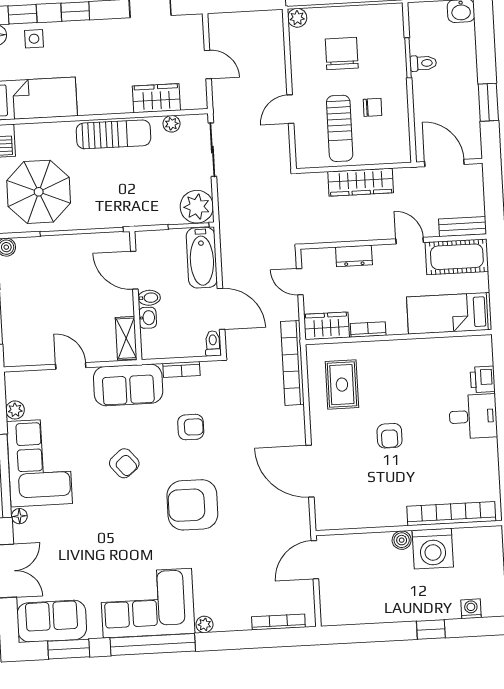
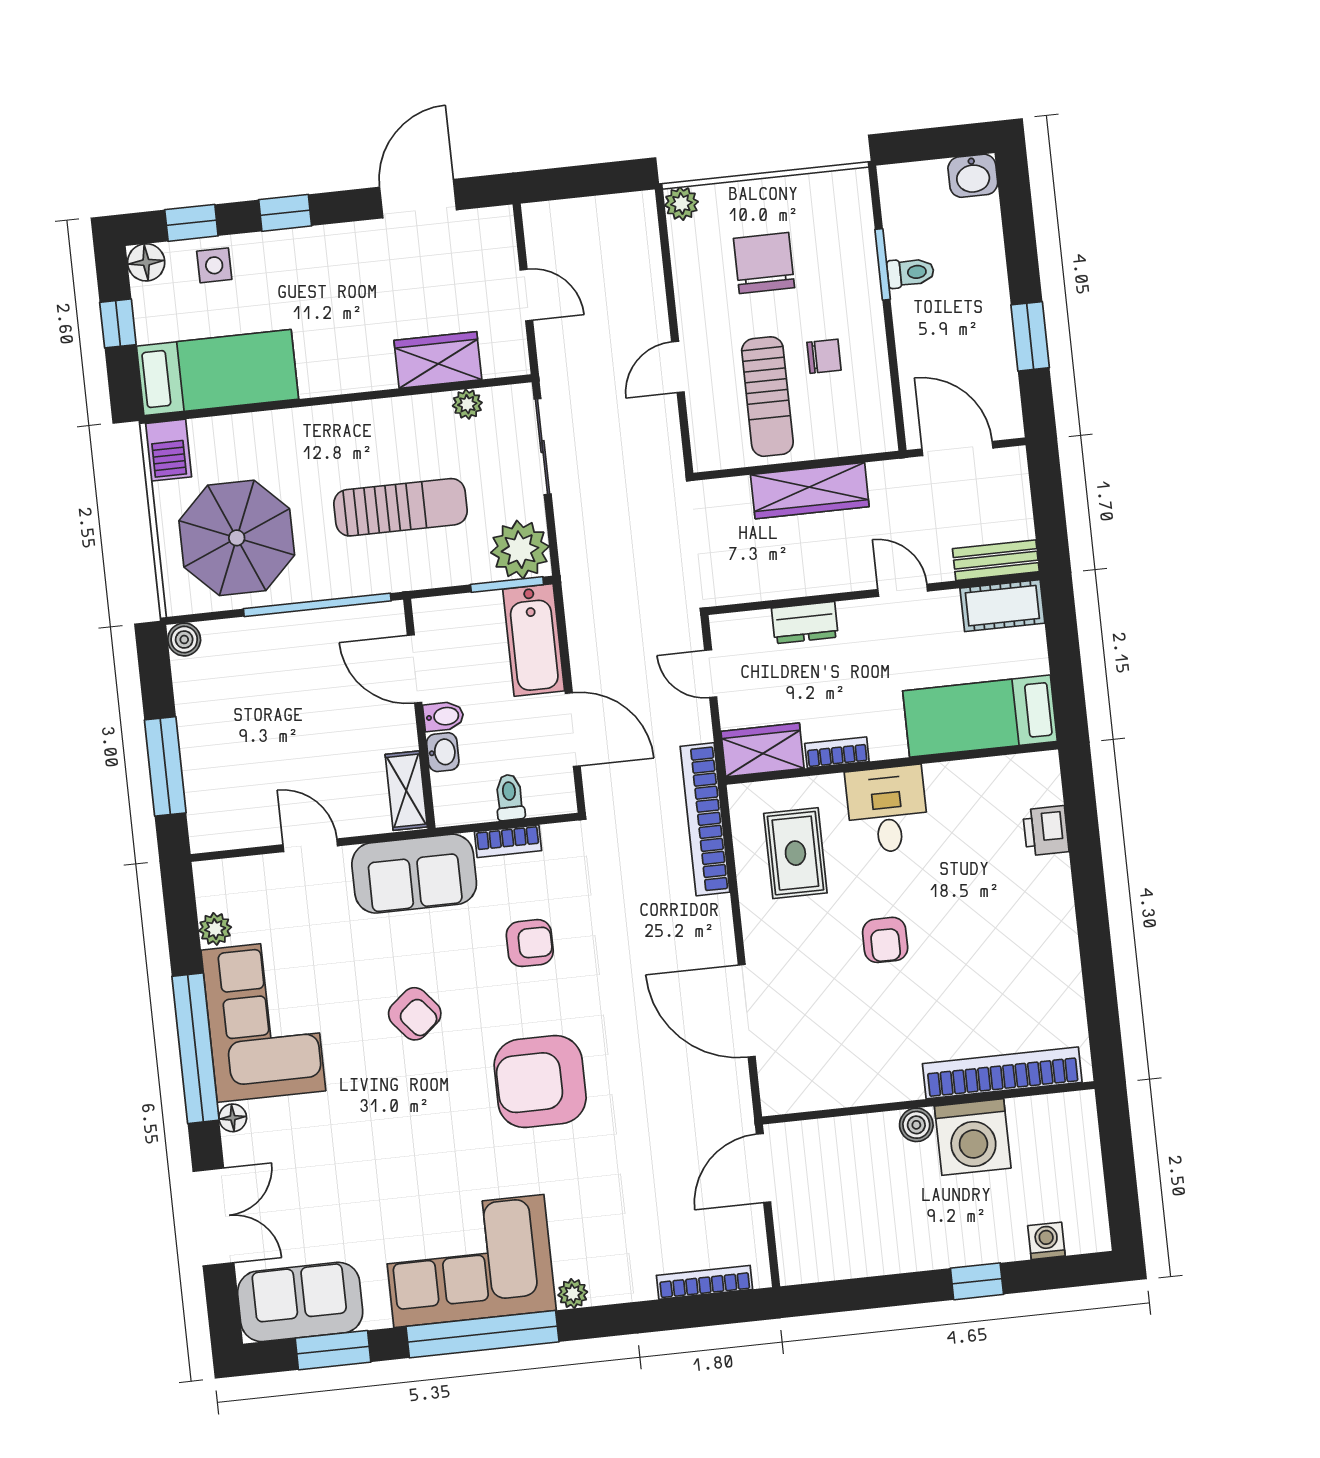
sun lounger: (113, 134) -> (400, 507), moved
cot: (457, 257) -> (1002, 606), width x0.73, depth x0.75
toilet: (213, 343) -> (510, 797), moved
desk: (473, 416) -> (887, 810), moved, turned -90

